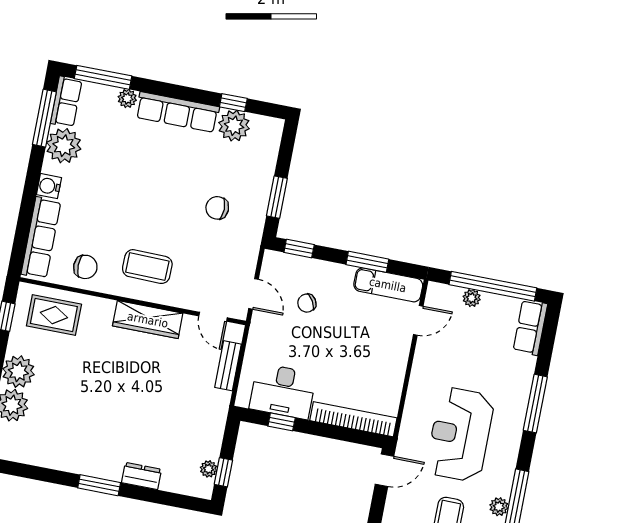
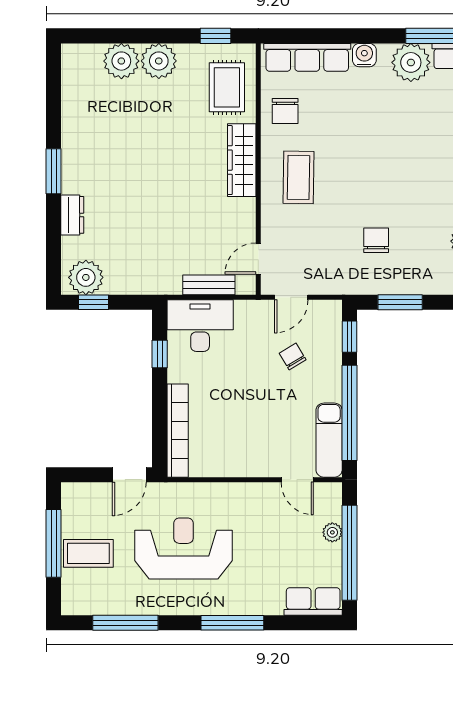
window: (367, 262) -> (350, 413), width x2.11
wardrobe: (148, 320) -> (242, 160), moved
desk: (283, 391) -> (200, 326), moved, turned 90
plant: (209, 469) -> (86, 277), width x1.88, depth x1.88
door: (385, 470) -> (129, 475), hinge flipped
plant: (499, 507) -> (114, 605), removed

